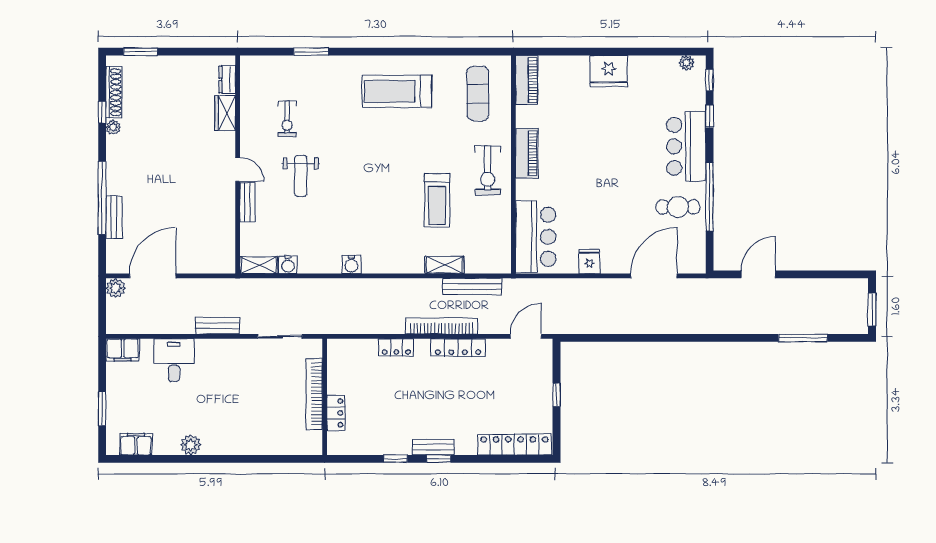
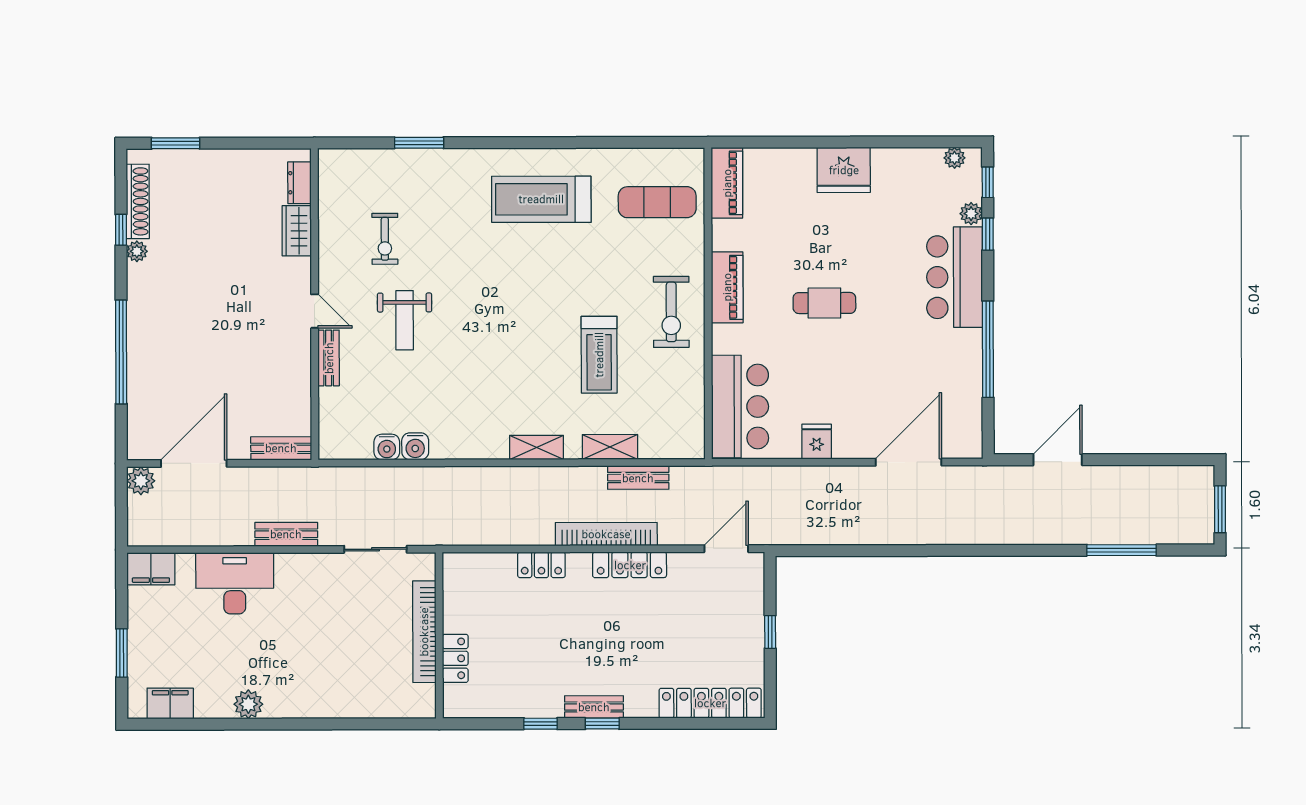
exercise mat: (478, 93) -> (657, 202), turned 90
plant: (698, 102) -> (971, 214), added
cafe table: (678, 207) -> (824, 303), moved
bench: (114, 217) -> (281, 448), moved, turned 90
water cooler: (351, 264) -> (415, 446), moved
shelving: (259, 265) -> (536, 447), moved
bench: (472, 286) -> (638, 478), width x0.73
desk: (174, 360) -> (235, 583), width x1.37

